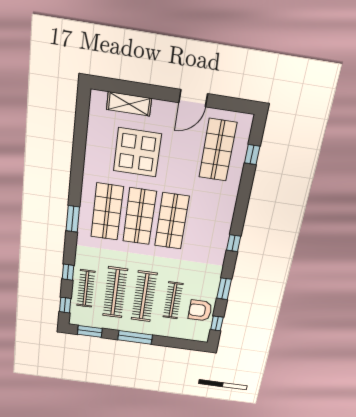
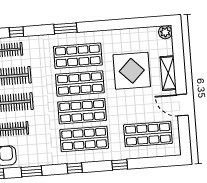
plant: (98, 99) -> (165, 32), added
shelving: (129, 104) -> (168, 73), moved
window: (252, 155) -> (120, 165), moved
shop shelf: (204, 226) -> (84, 139), added

